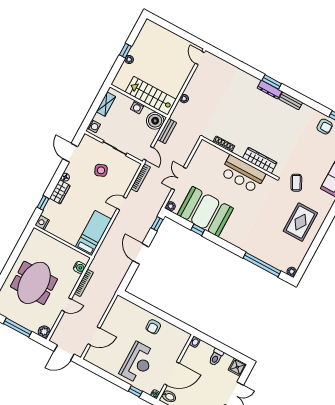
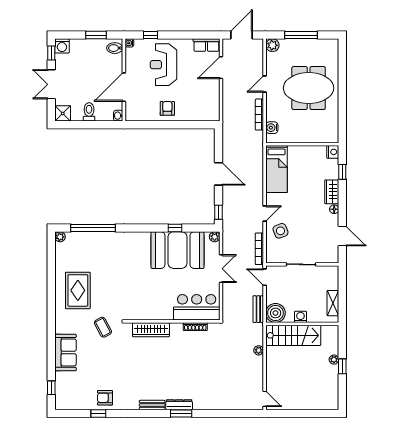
washing machine: (94, 126) -> (333, 275), removed
side table: (101, 170) -> (280, 231), moved
bar counter: (243, 174) -> (197, 307), moved
meeting table: (34, 283) -> (309, 88), turned 90
row of seats: (96, 360) -> (206, 45), added
door: (172, 374) -> (124, 87), moved

